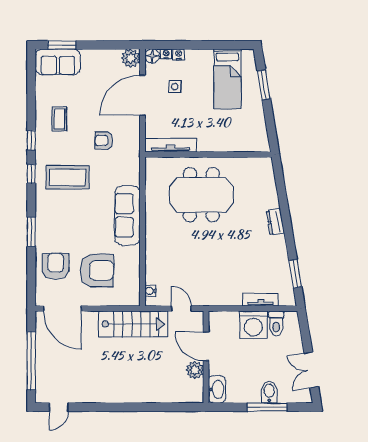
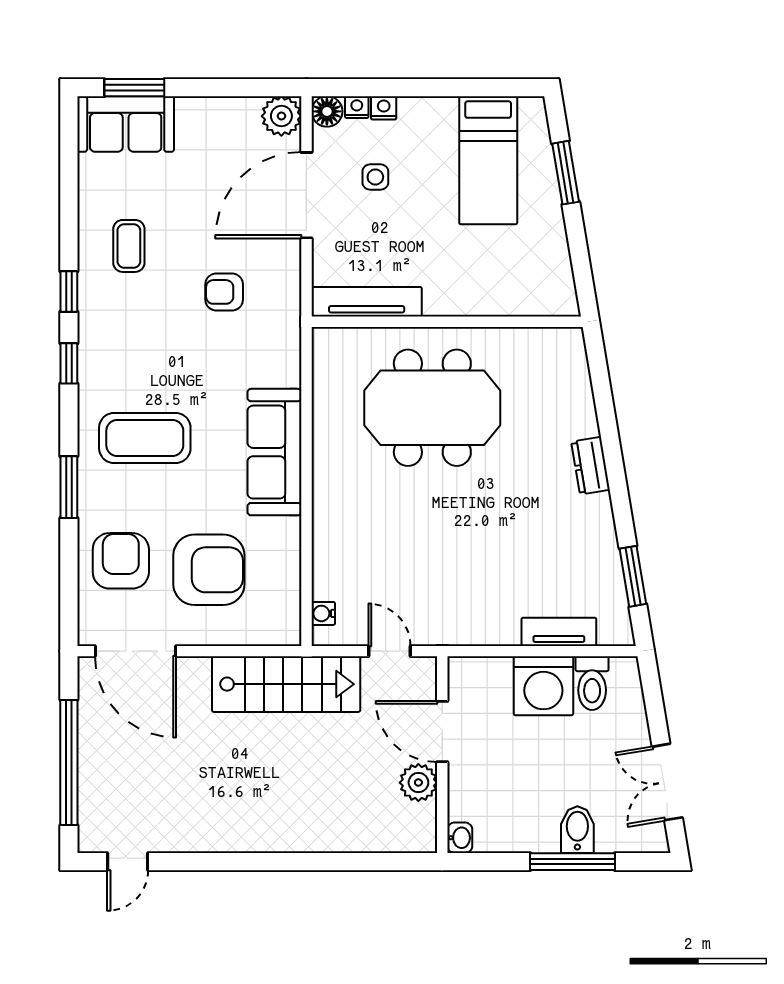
coffee table: (67, 177) -> (145, 438), moved
washbasin: (217, 389) -> (460, 838), width x0.52, depth x0.69

